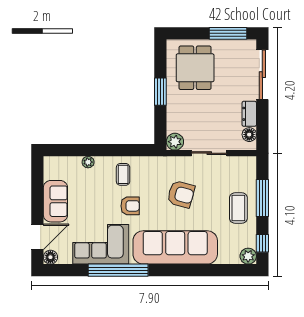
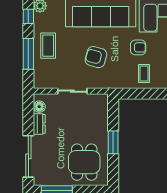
plant: (175, 142) -> (101, 101), removed
armchair: (130, 206) -> (138, 47), turned 180

